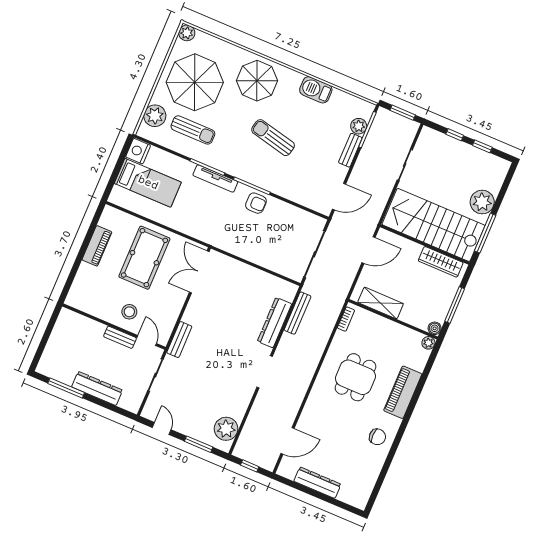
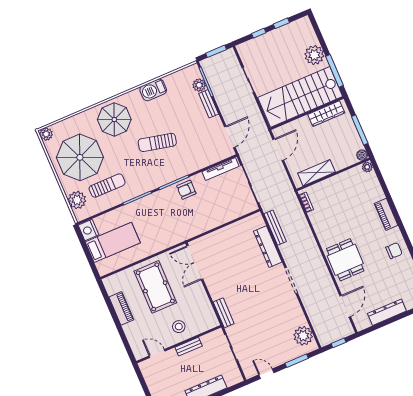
tv unit: (215, 178) -> (221, 169), moved
armchair: (256, 203) -> (186, 190), turned 180
door: (147, 340) -> (157, 353), moved
dining table: (355, 377) -> (345, 260), moved
piano: (403, 392) -> (386, 214), width x0.73, depth x0.75

